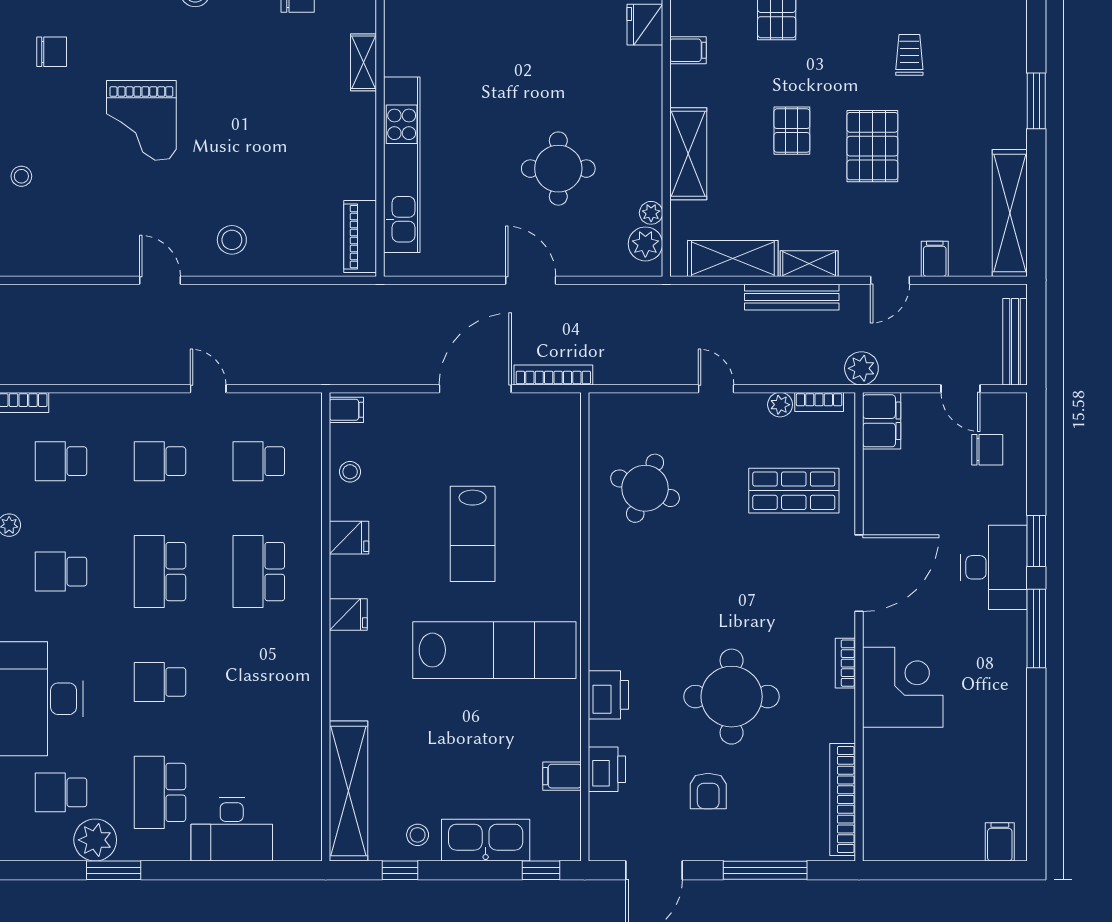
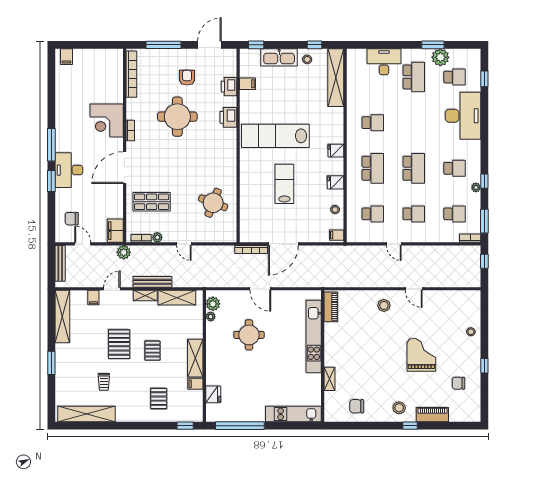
shelving: (688, 154) -> (195, 358), moved
school desk: (160, 682) -> (373, 123), moved

